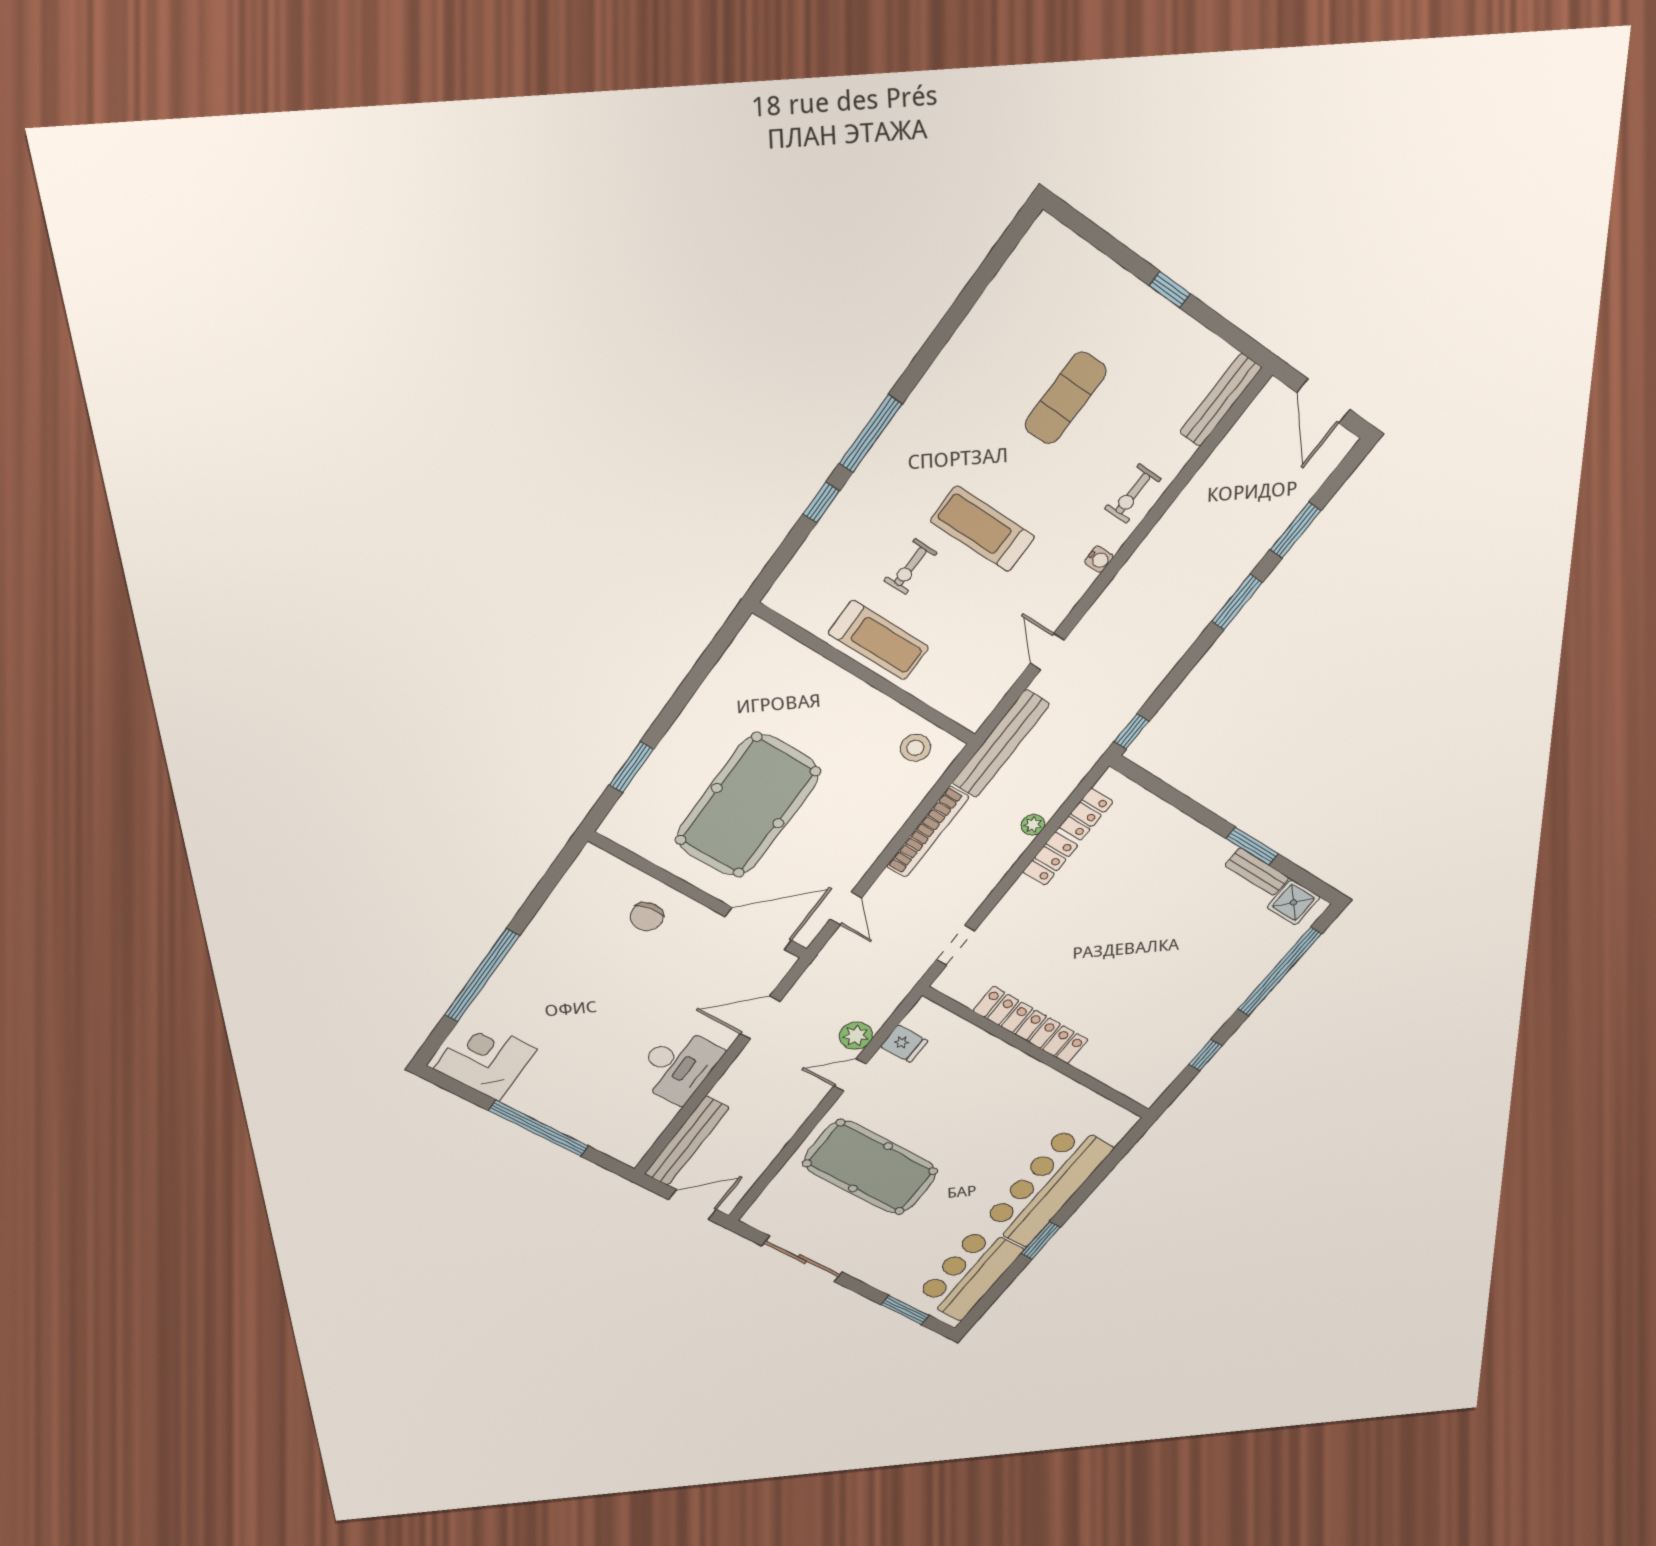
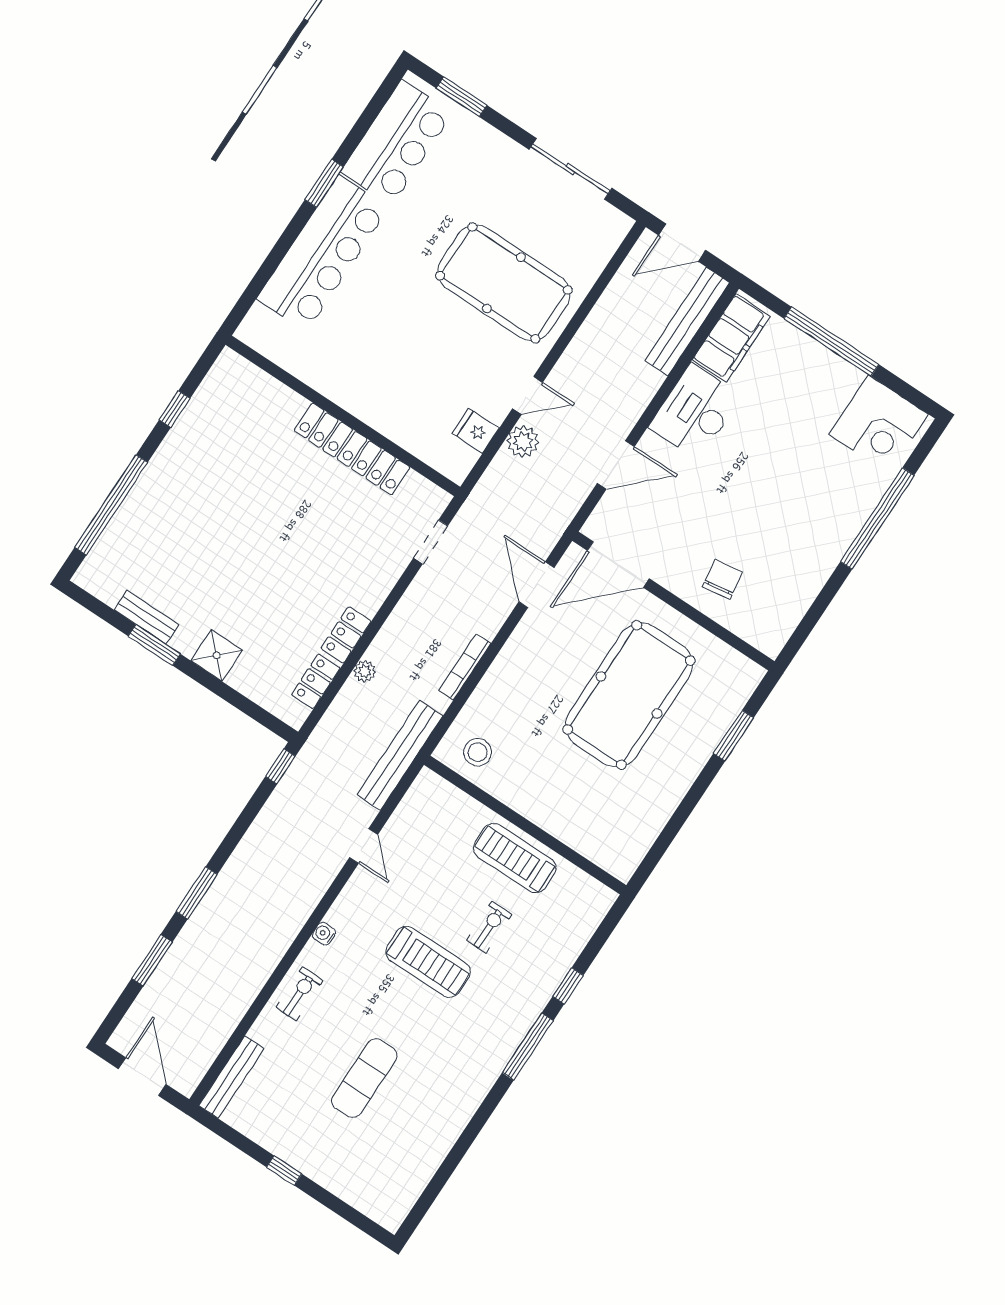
bookcase: (928, 832) -> (465, 667), width x0.68, depth x0.76
shower: (1293, 902) -> (217, 655), moved
door: (846, 908) -> (536, 585), width x1.38
filing cabinet: (642, 1129) -> (731, 338), added

